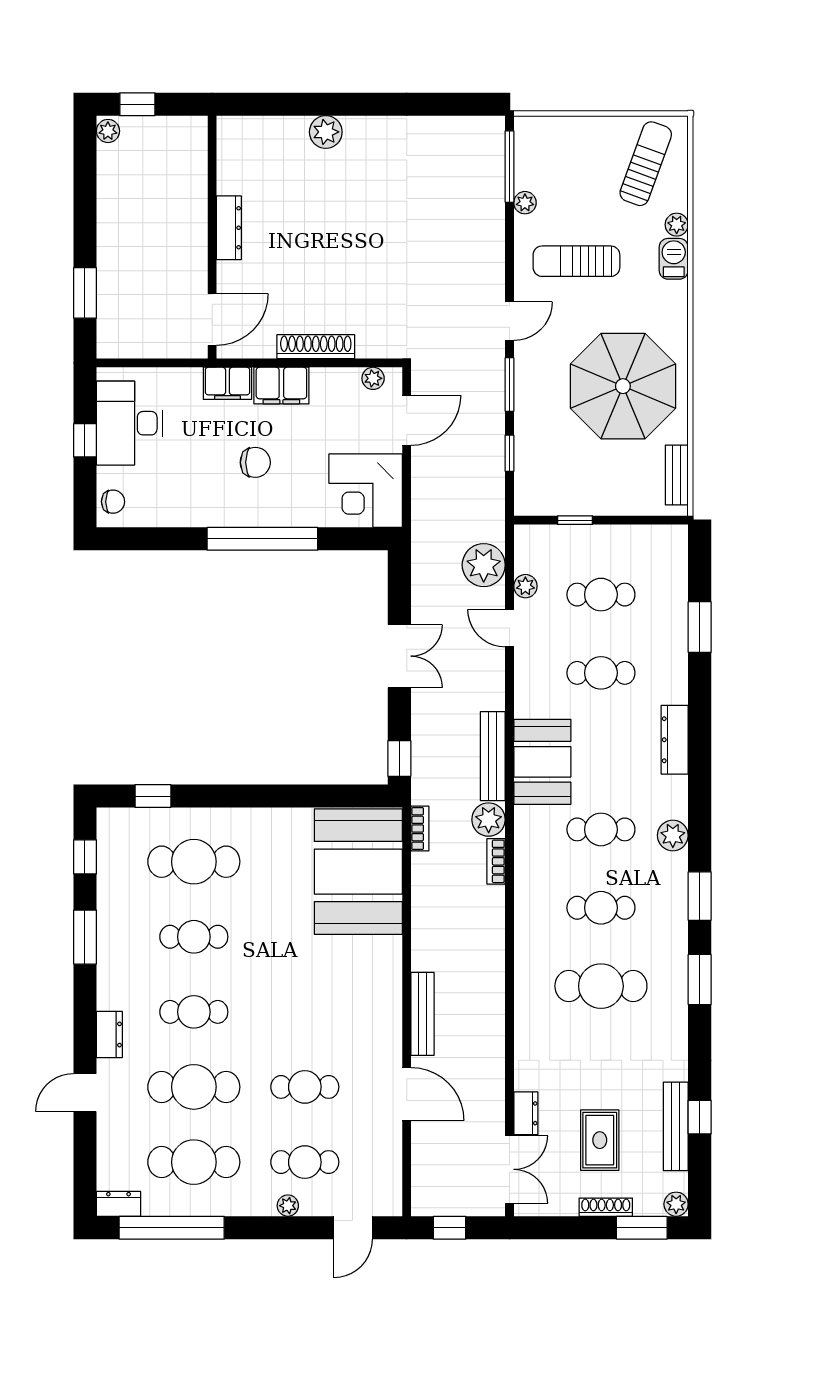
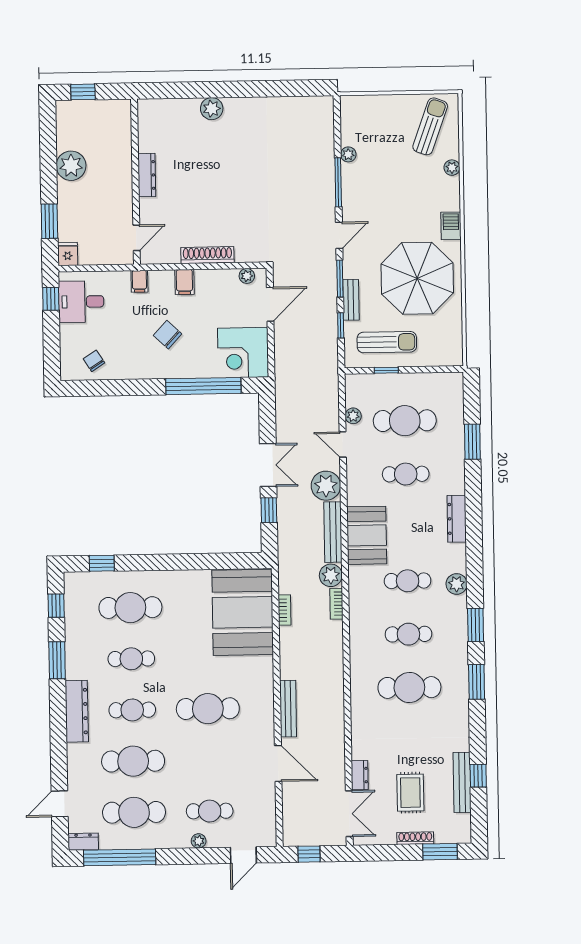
plant: (108, 131) -> (71, 166), moved, width x1.88, depth x1.88
window: (509, 167) -> (338, 182), moved
barbecue: (674, 259) -> (451, 226), moved
sun lounger: (576, 261) -> (387, 342), moved, turned 180
door: (212, 319) -> (136, 238), width x0.73
fridge: (111, 341) -> (68, 254), added
filing cabinet: (227, 383) -> (139, 281), width x0.50
filing cabinet: (281, 386) -> (184, 282), width x0.50
desk: (129, 423) -> (81, 302), width x0.73
window: (85, 440) -> (51, 299), moved
chair: (255, 462) -> (168, 335), turned -137
bench: (677, 475) -> (351, 300), moved
chair: (113, 502) -> (94, 361), moved, turned -123
window: (262, 539) -> (203, 386), moved
plant: (484, 565) -> (326, 486), moved
cafe table: (601, 595) -> (405, 421), width x1.37, depth x1.35
window: (399, 758) -> (269, 510), moved
bookcase: (420, 828) -> (285, 610), moved
dresser: (109, 1035) -> (77, 711), width x1.96, depth x1.24
cafe table: (305, 1087) -> (208, 709), moved, width x1.37, depth x1.35
door: (85, 1093) -> (60, 804), moved
plant: (676, 1204) -> (463, 835), removed

